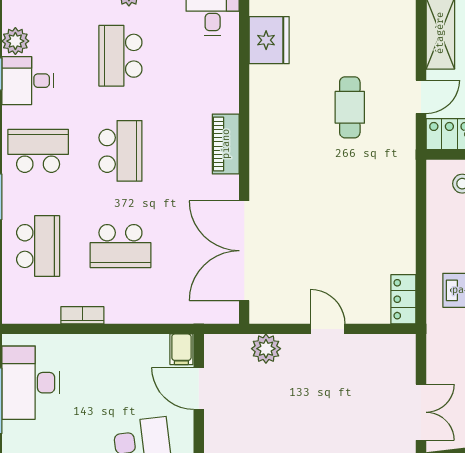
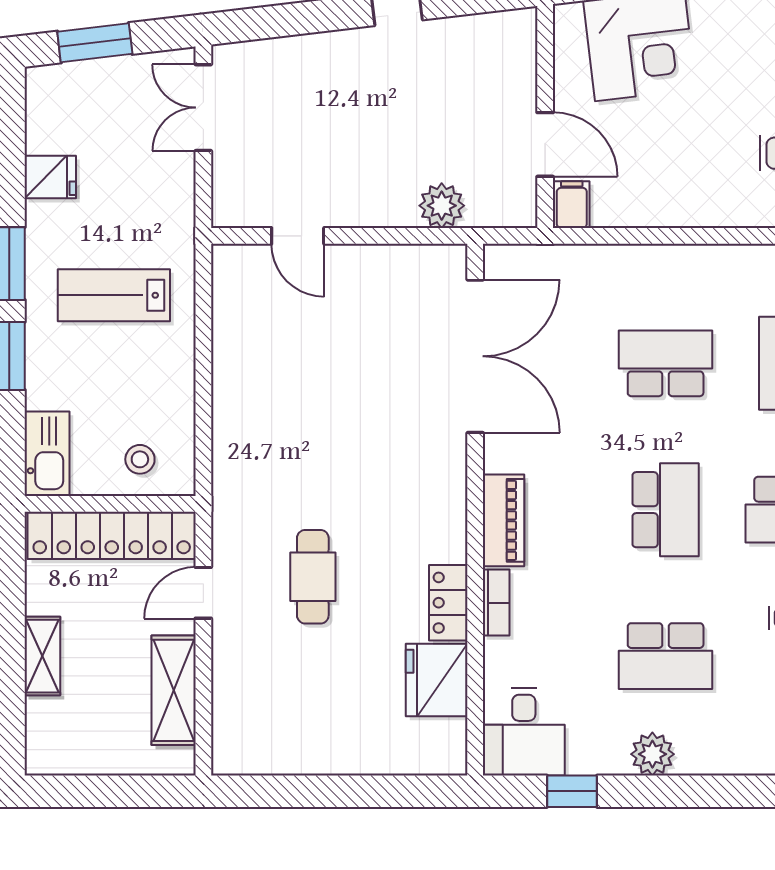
school desk: (120, 56) -> (666, 656), turned 90
school desk: (120, 151) -> (666, 510), turned 180
locker: (403, 299) -> (448, 603), moved, turned 180
bookcase: (82, 315) -> (496, 603), moved, turned -90
door: (328, 329) -> (298, 236), moved

